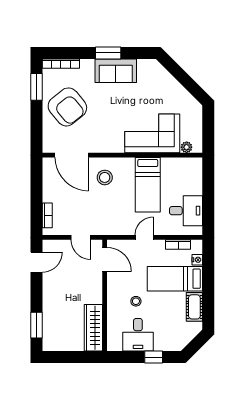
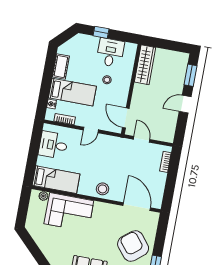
stool: (105, 177) -> (102, 189), moved
bed: (148, 185) -> (56, 180), moved, turned 90
door: (36, 262) -> (185, 104), moved

